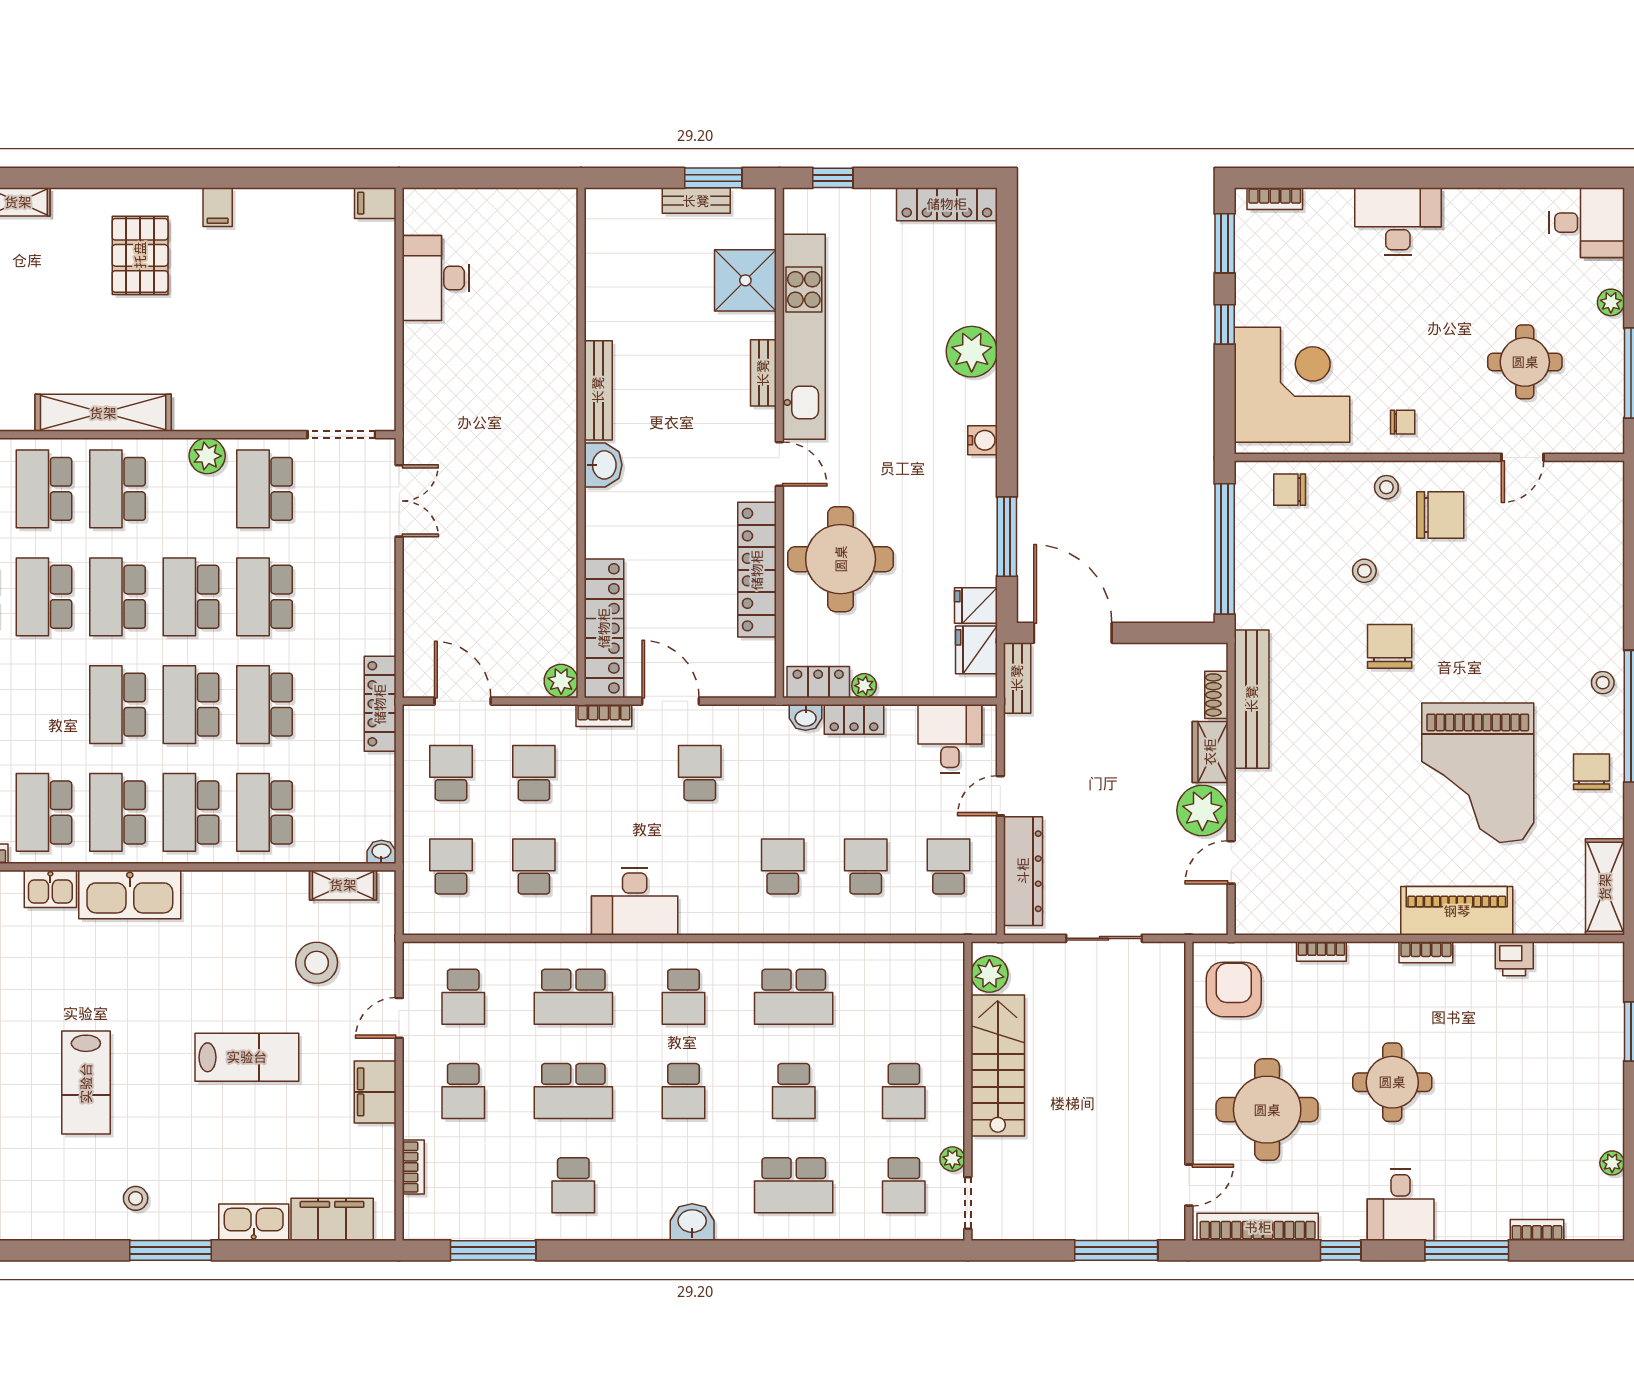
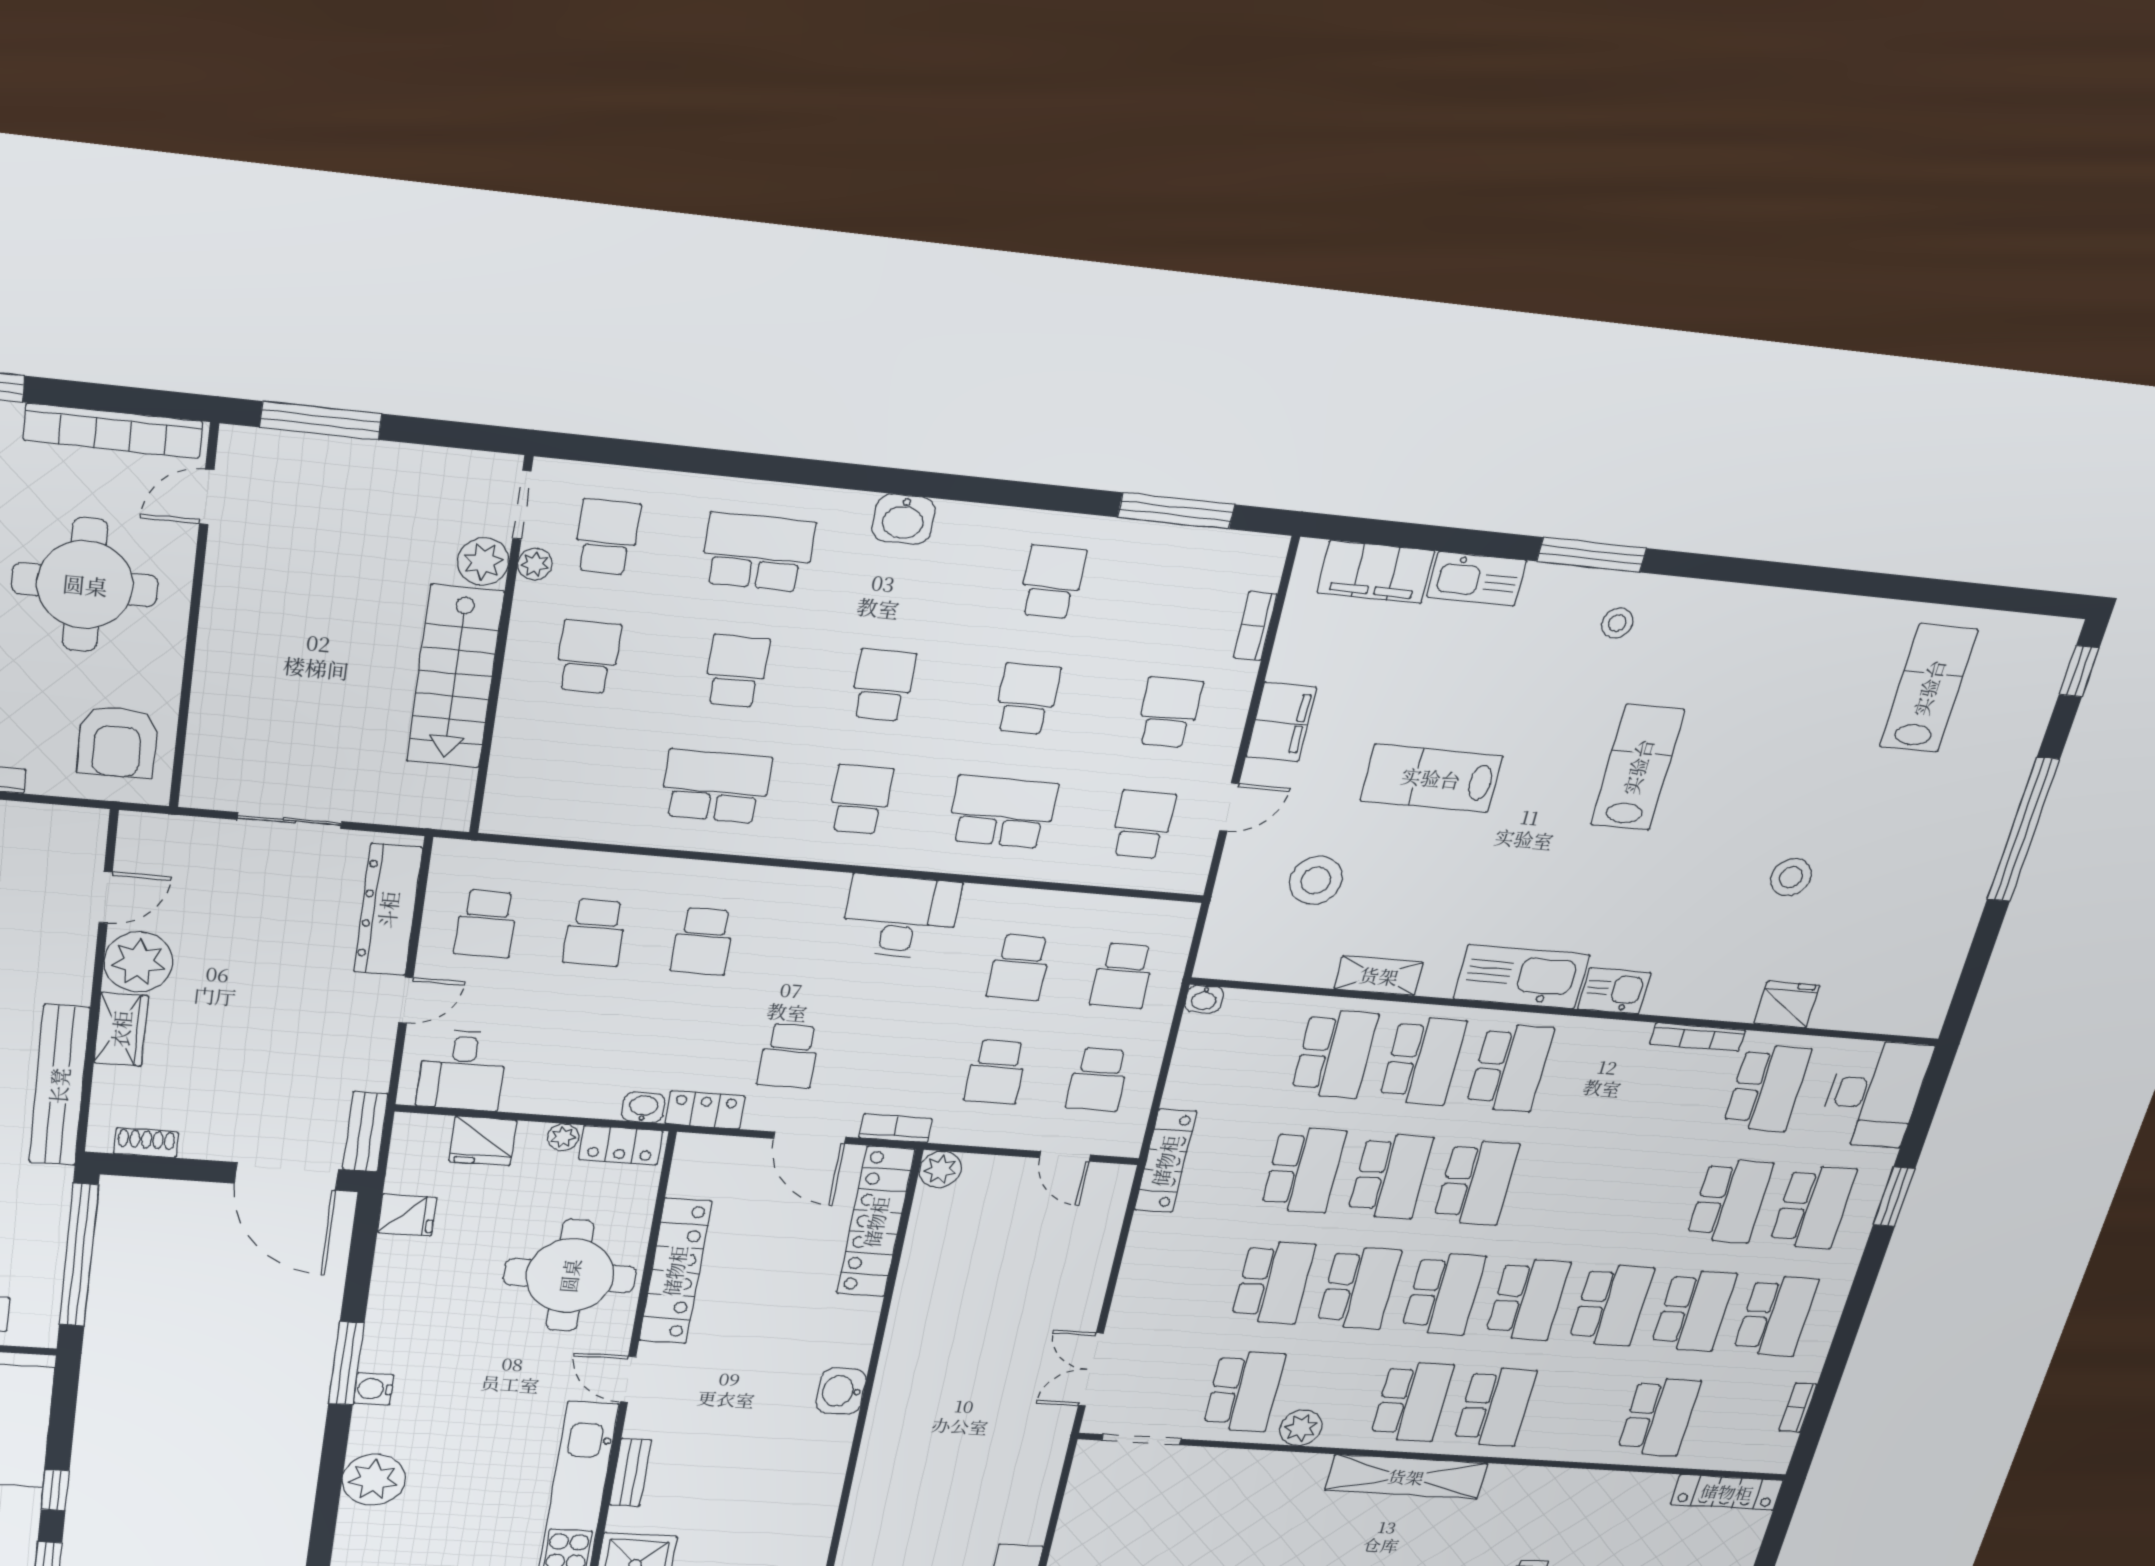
bench: (598, 390) -> (831, 1466), removed
window: (1007, 537) -> (346, 1363), moved
fridge: (976, 650) -> (483, 1141), moved, turned 90
shoe rack: (1216, 695) -> (146, 1143), moved, turned -90
door: (463, 701) -> (1065, 1156), width x0.73
locker: (854, 719) -> (705, 1110), moved
school desk: (44, 812) -> (1596, 1075), removed
shelving: (343, 885) -> (1379, 976), moved
plant: (989, 974) -> (483, 562), moved
school desk: (573, 1091) -> (1027, 699), width x0.54

